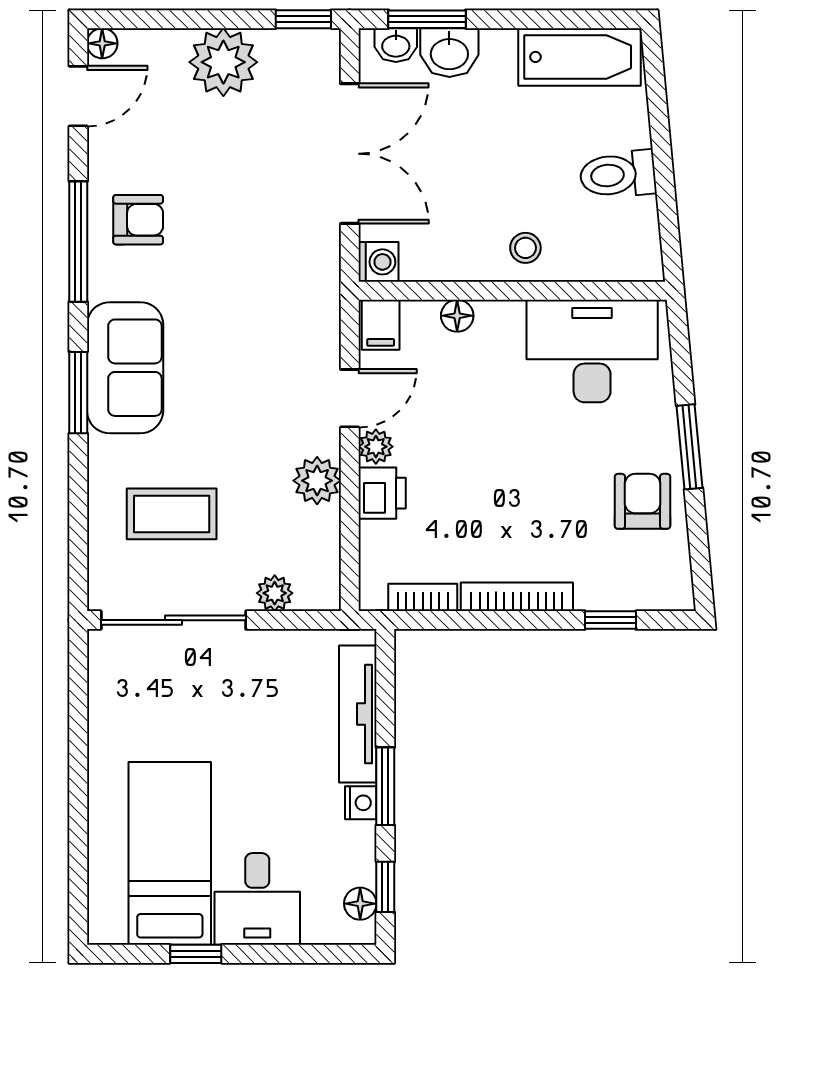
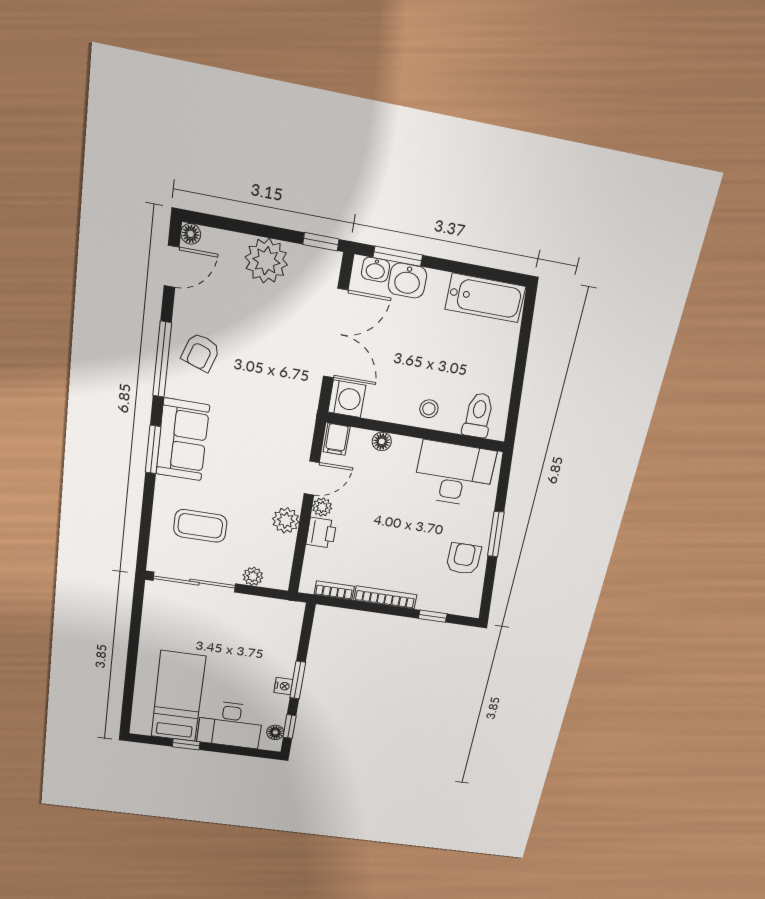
toilet: (618, 175) -> (478, 415), moved, turned 95
armchair: (138, 220) -> (201, 352), turned 109
washing machine: (378, 262) -> (347, 399), width x1.38, depth x1.38
tv unit: (358, 714) -> (289, 643), removed
desk: (257, 899) -> (230, 725), width x1.37

